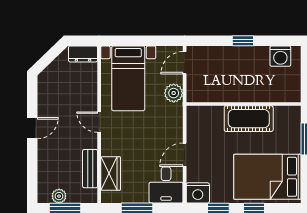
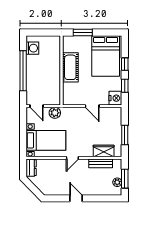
window: (243, 41) -> (23, 71), width x3.17
desk: (166, 185) -> (111, 117), removed

